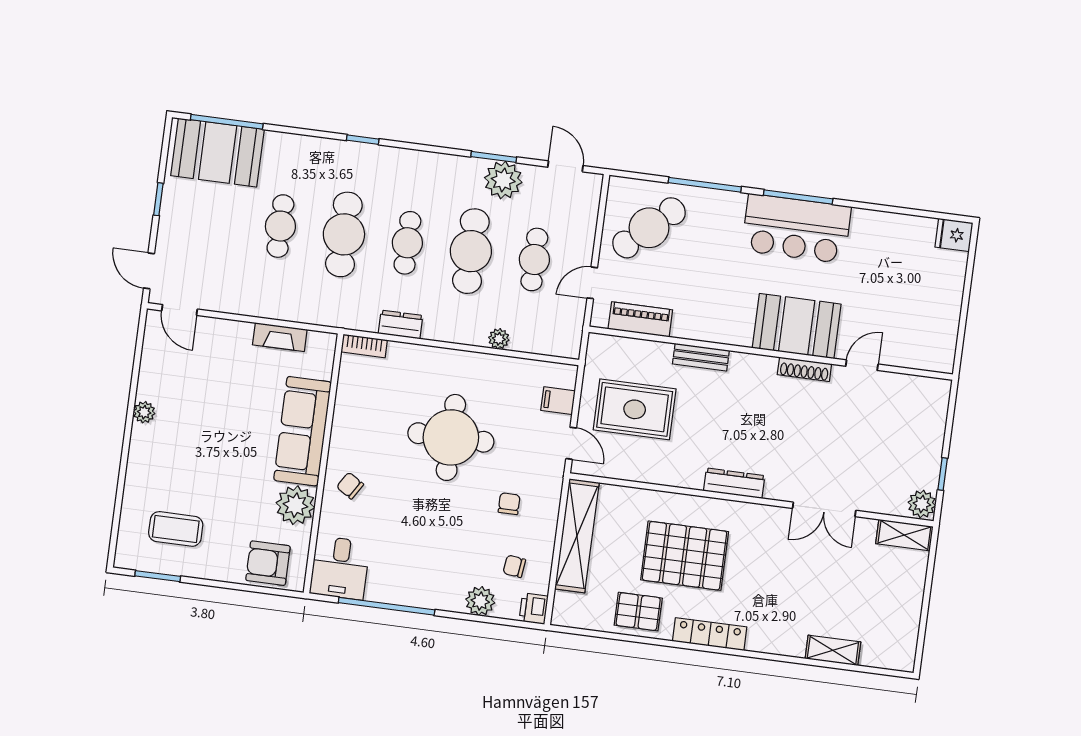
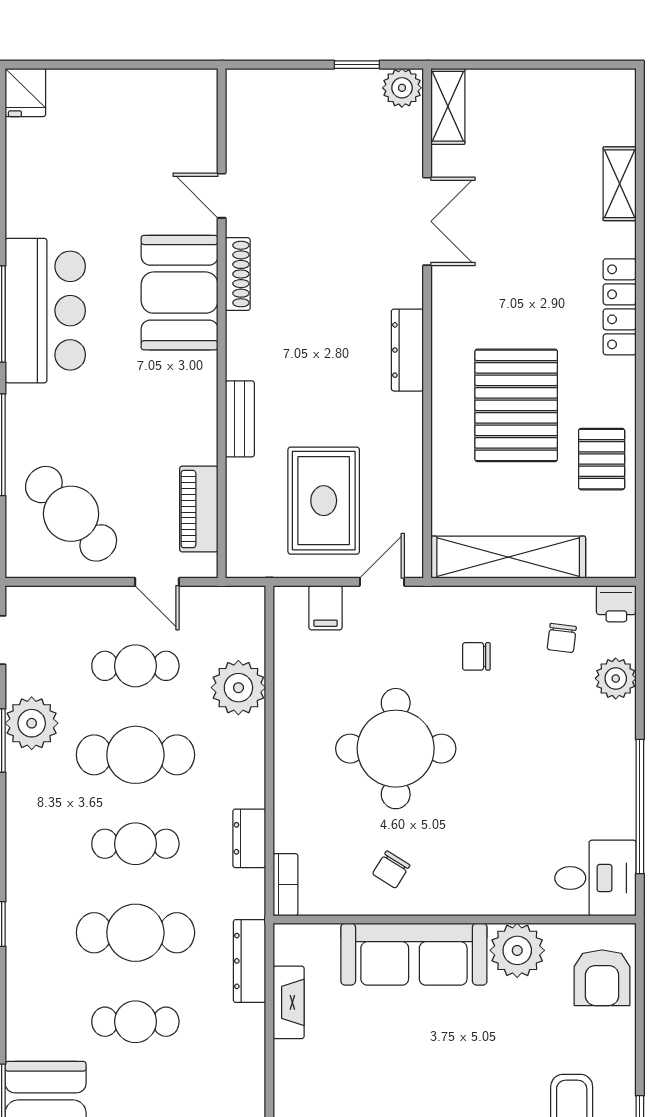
dresser: (313, 313) -> (249, 961), added
plant: (499, 339) -> (238, 688), width x1.87, depth x1.87
chair: (350, 486) -> (391, 869), moved
locker: (710, 634) -> (620, 307), moved

